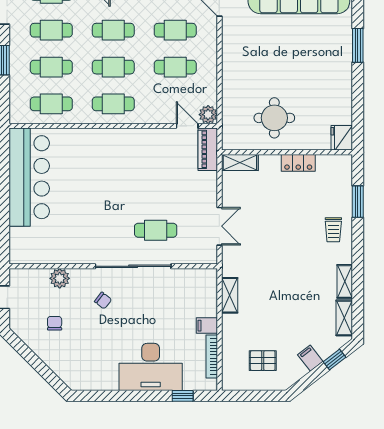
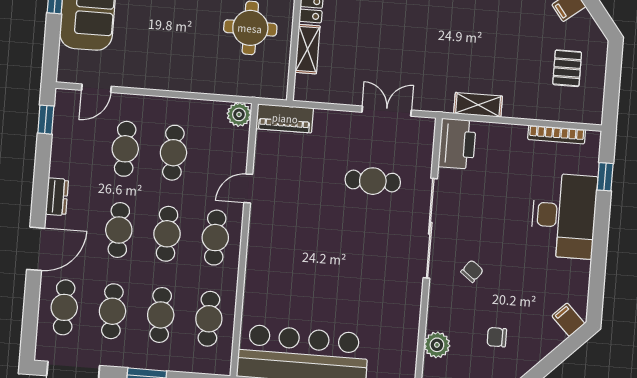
door: (187, 126) -> (248, 188), moved
shelving: (240, 163) -> (307, 49), moved
cafe table: (156, 230) -> (373, 181), moved, turned 90
plant: (60, 278) -> (437, 345), moved
printer: (199, 282) -> (457, 144), added
filing cabinet: (207, 326) -> (568, 320), moved, turned 135

